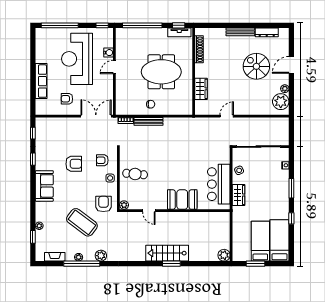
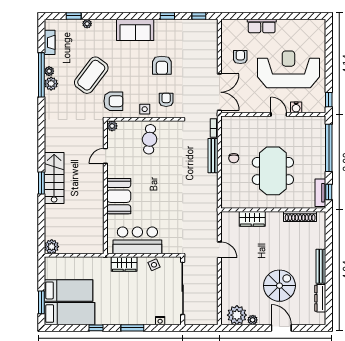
window: (60, 25) -> (329, 48), removed
row of seats: (41, 81) -> (262, 26), width x0.68
plant: (101, 256) -> (51, 84), moved
window: (255, 264) -> (41, 302), moved

